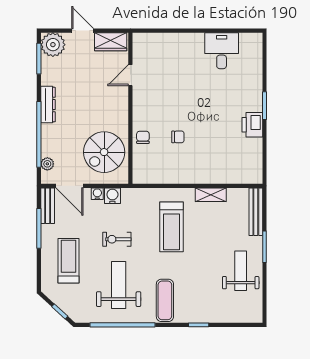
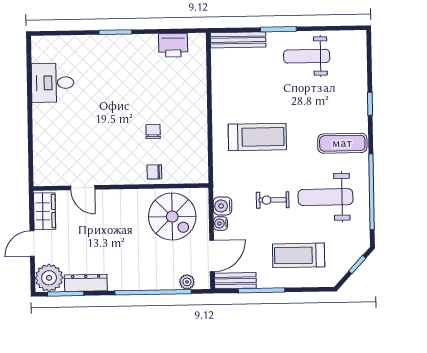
dresser: (48, 105) -> (86, 283), moved
printer: (252, 125) -> (173, 45), moved
shelving: (211, 195) -> (219, 92), removed
exercise bike: (117, 239) -> (273, 200), turned 90

